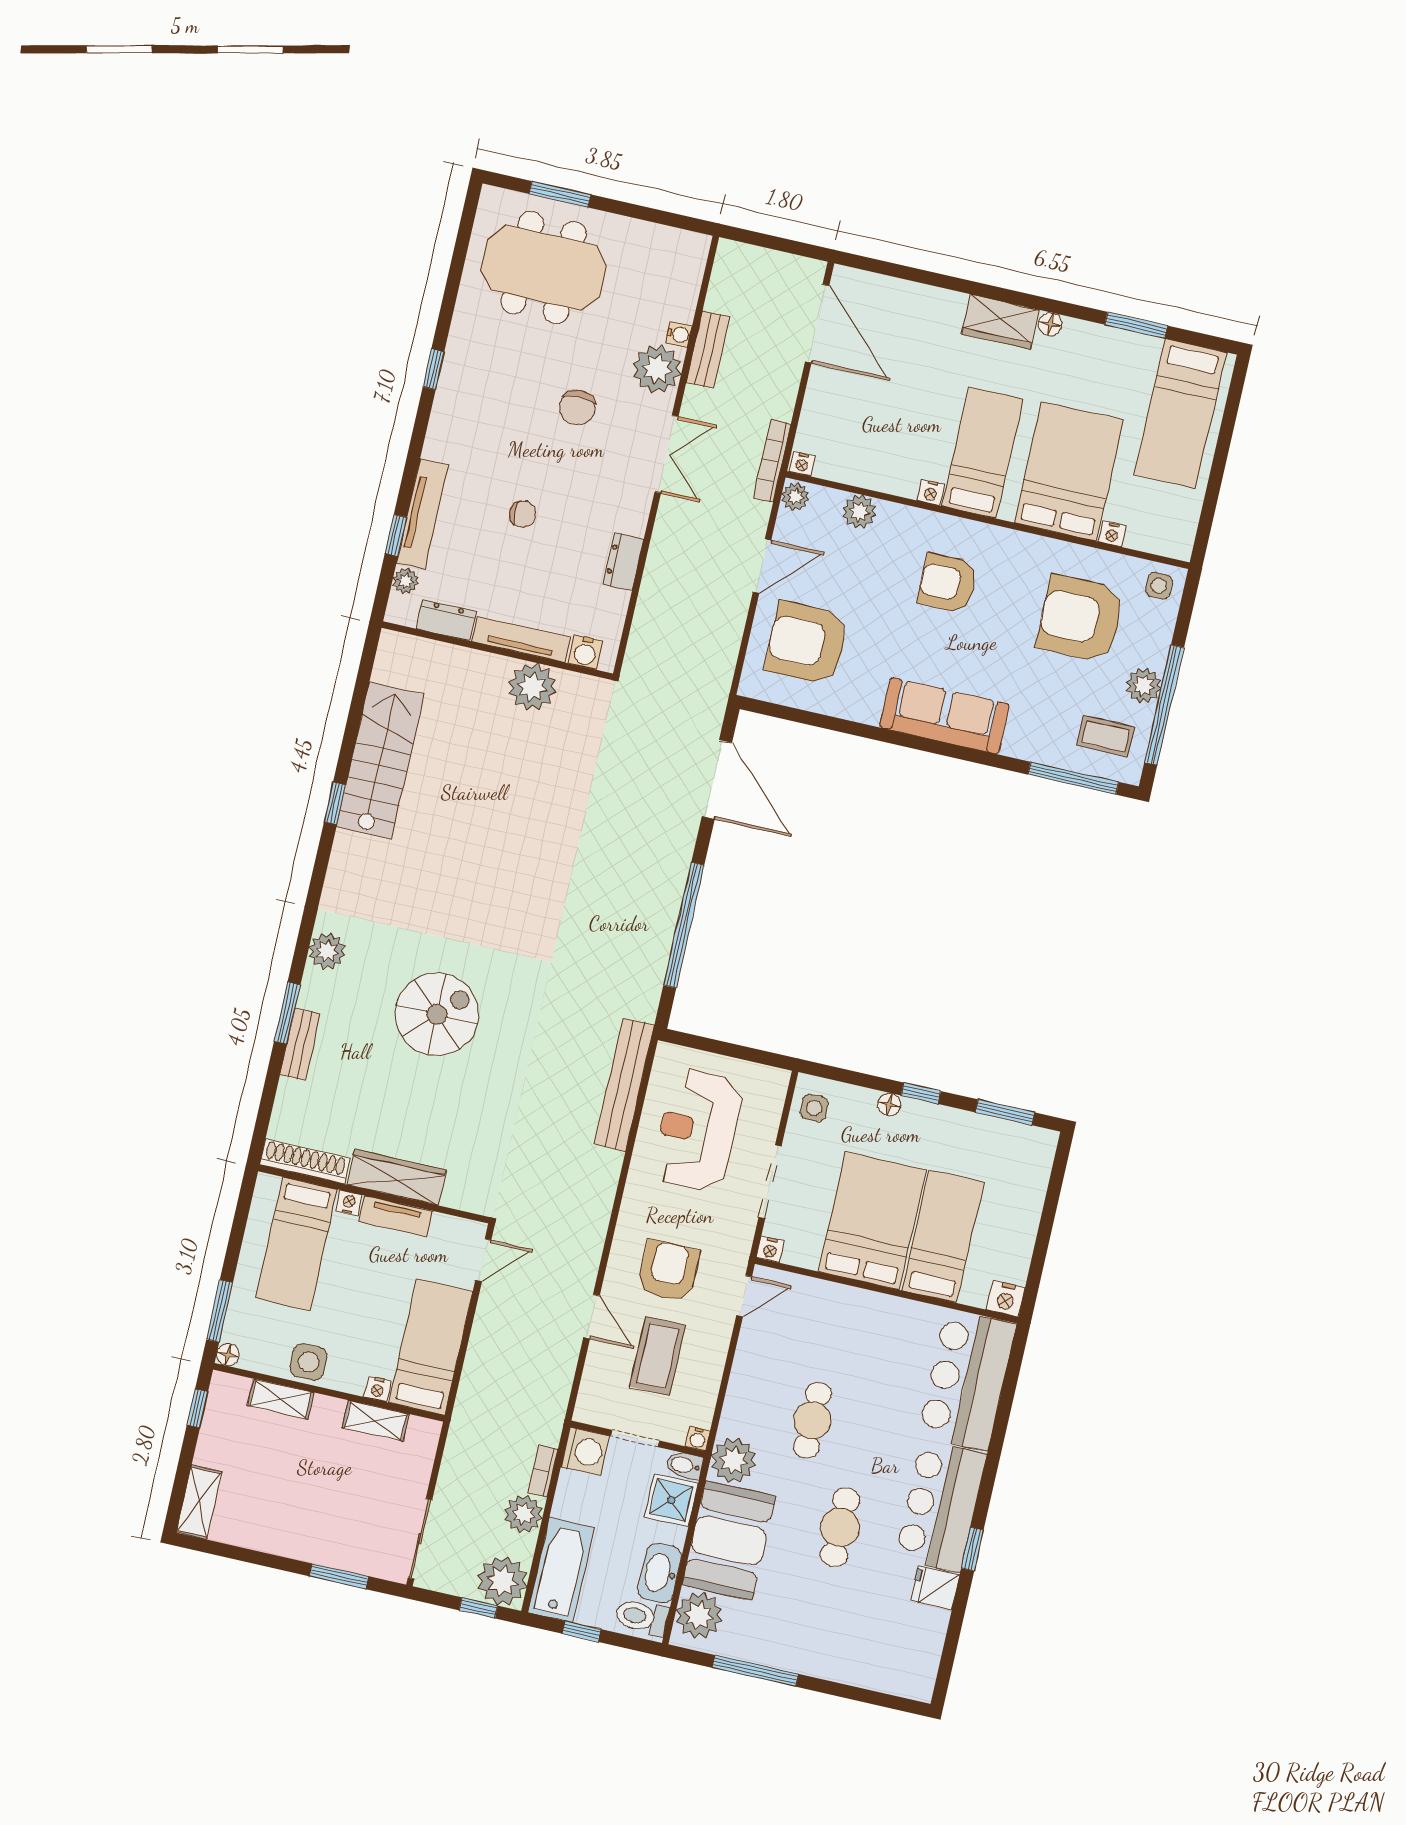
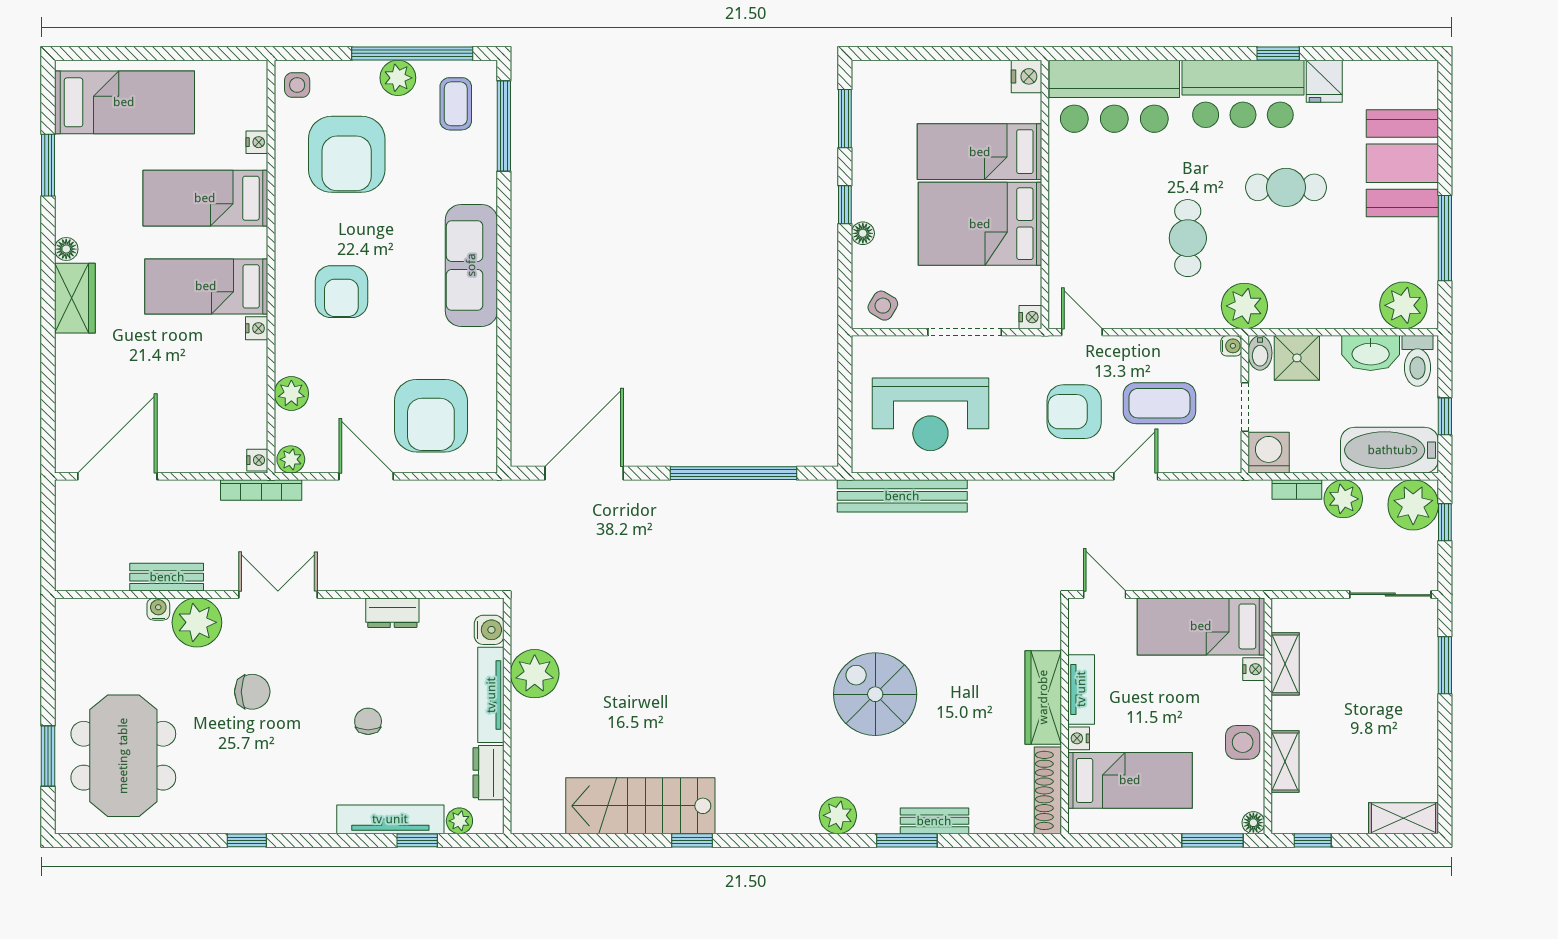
bed: (1069, 471) -> (205, 198), width x0.67
side table: (814, 1108) -> (883, 306), turned 31
cafe table: (812, 1420) -> (1188, 238), turned 90
booth: (729, 1540) -> (1402, 163), moved, turned 90

